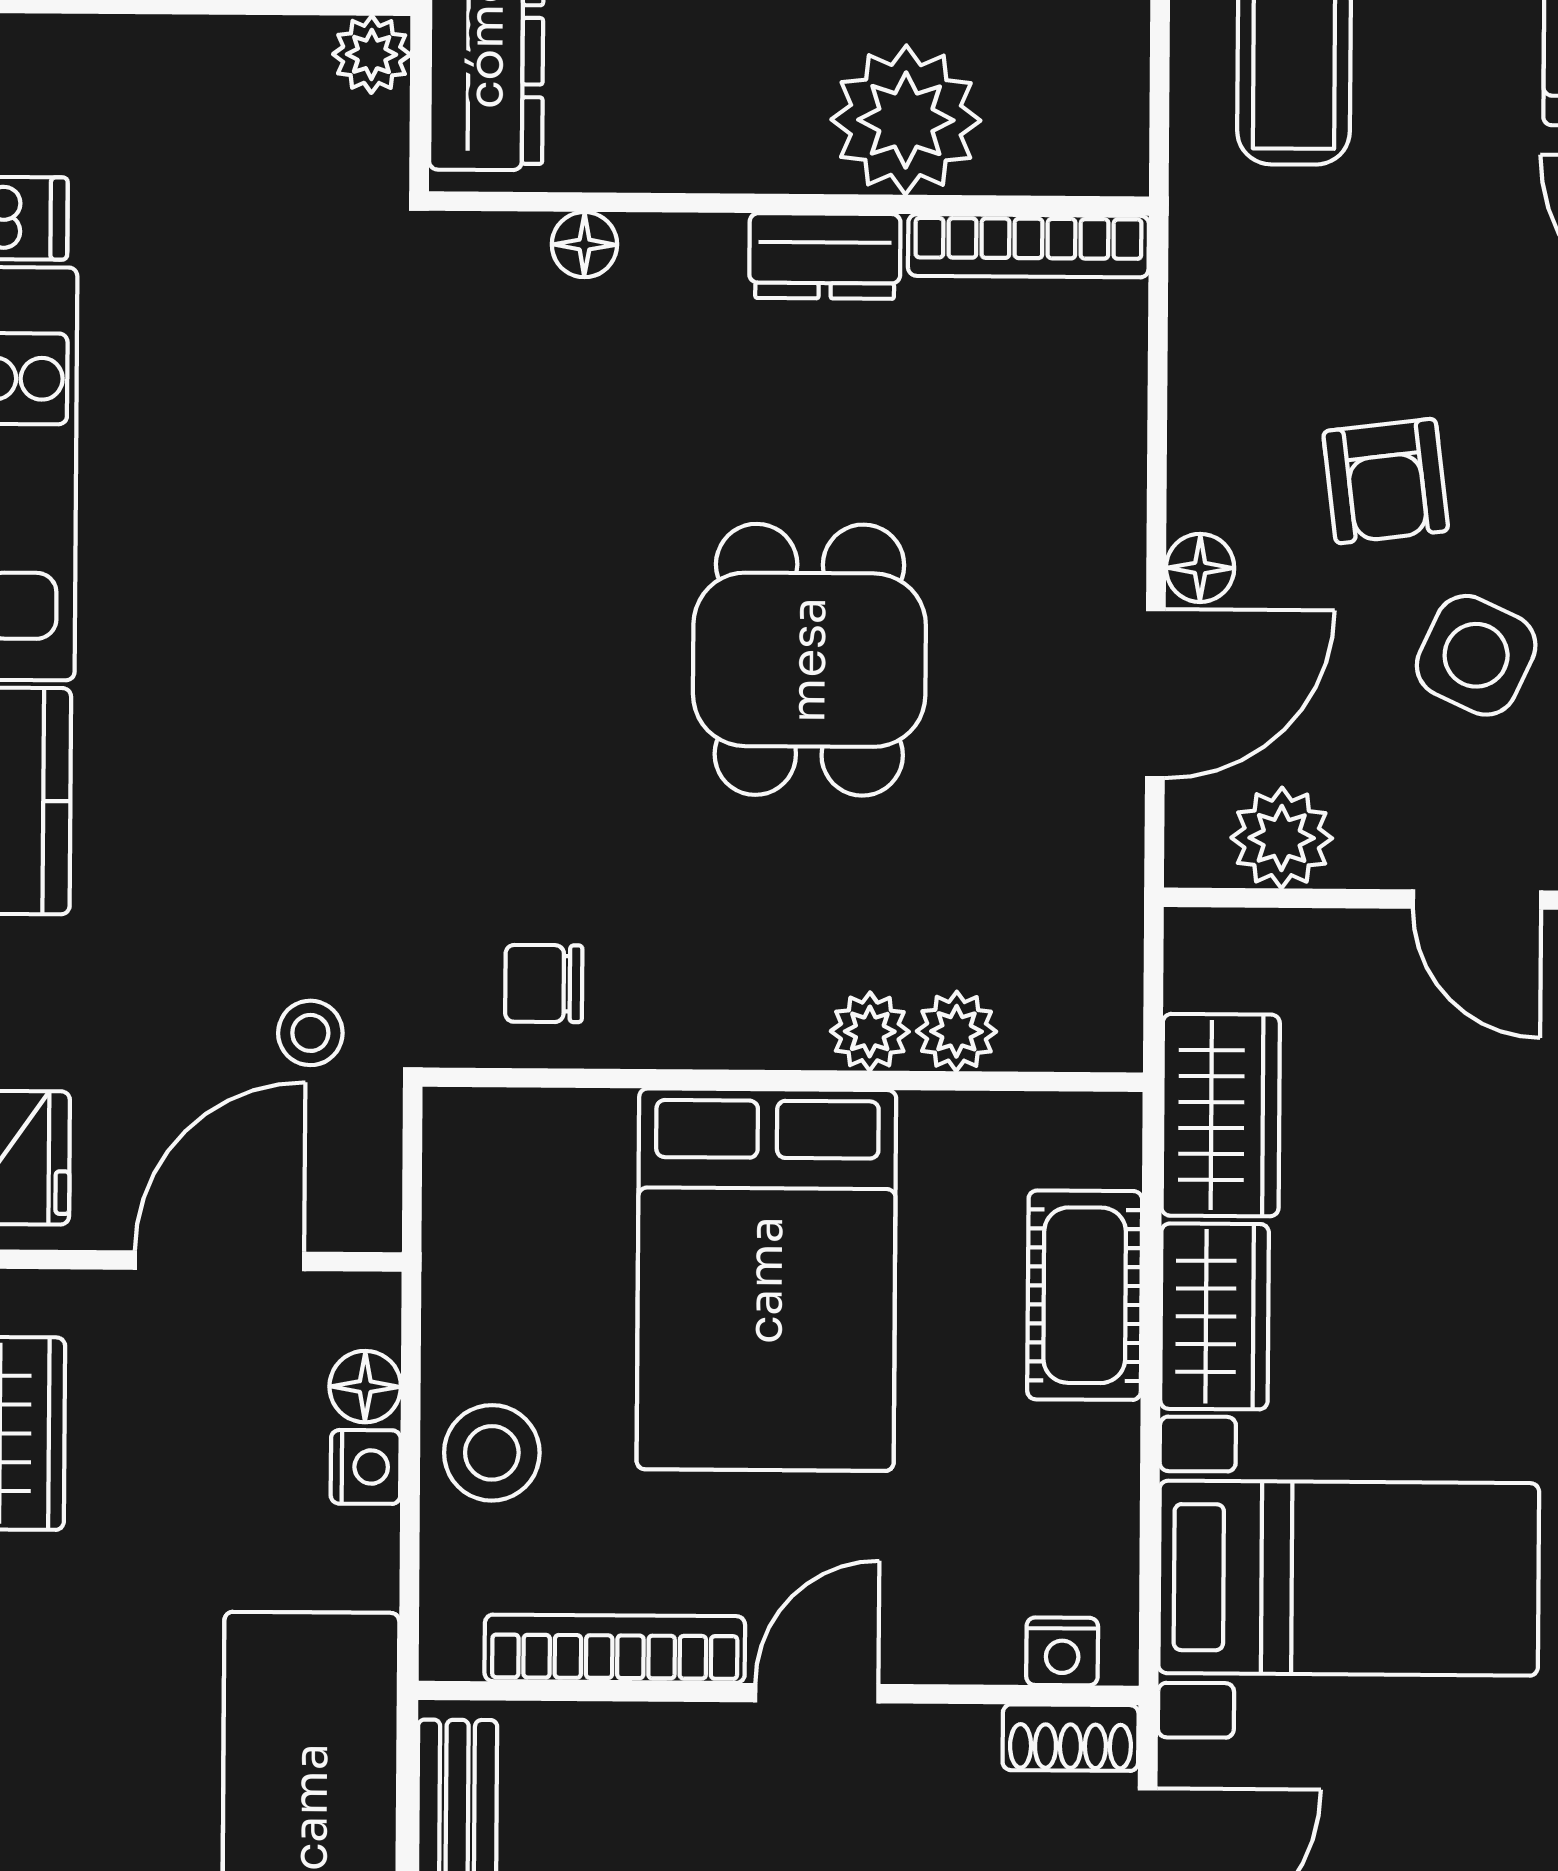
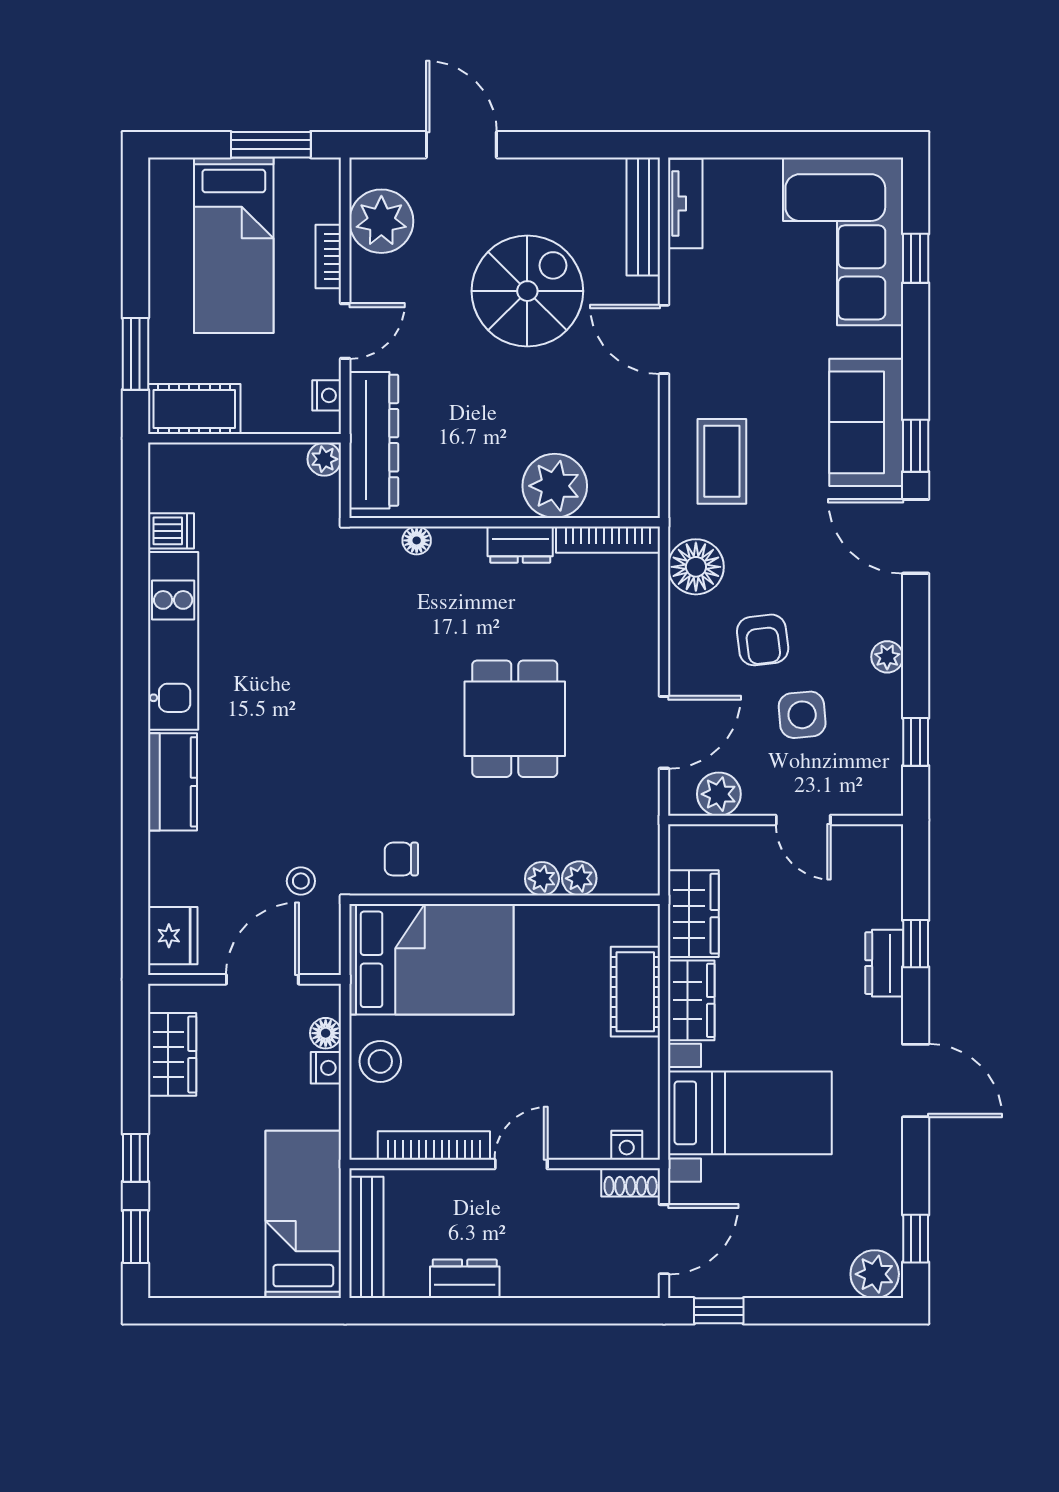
floor lamp: (1200, 568) -> (696, 567), moved, width x1.89, depth x1.89
side table: (1476, 655) -> (802, 715), turned -30
bed: (766, 1280) -> (431, 959), moved, turned -90

